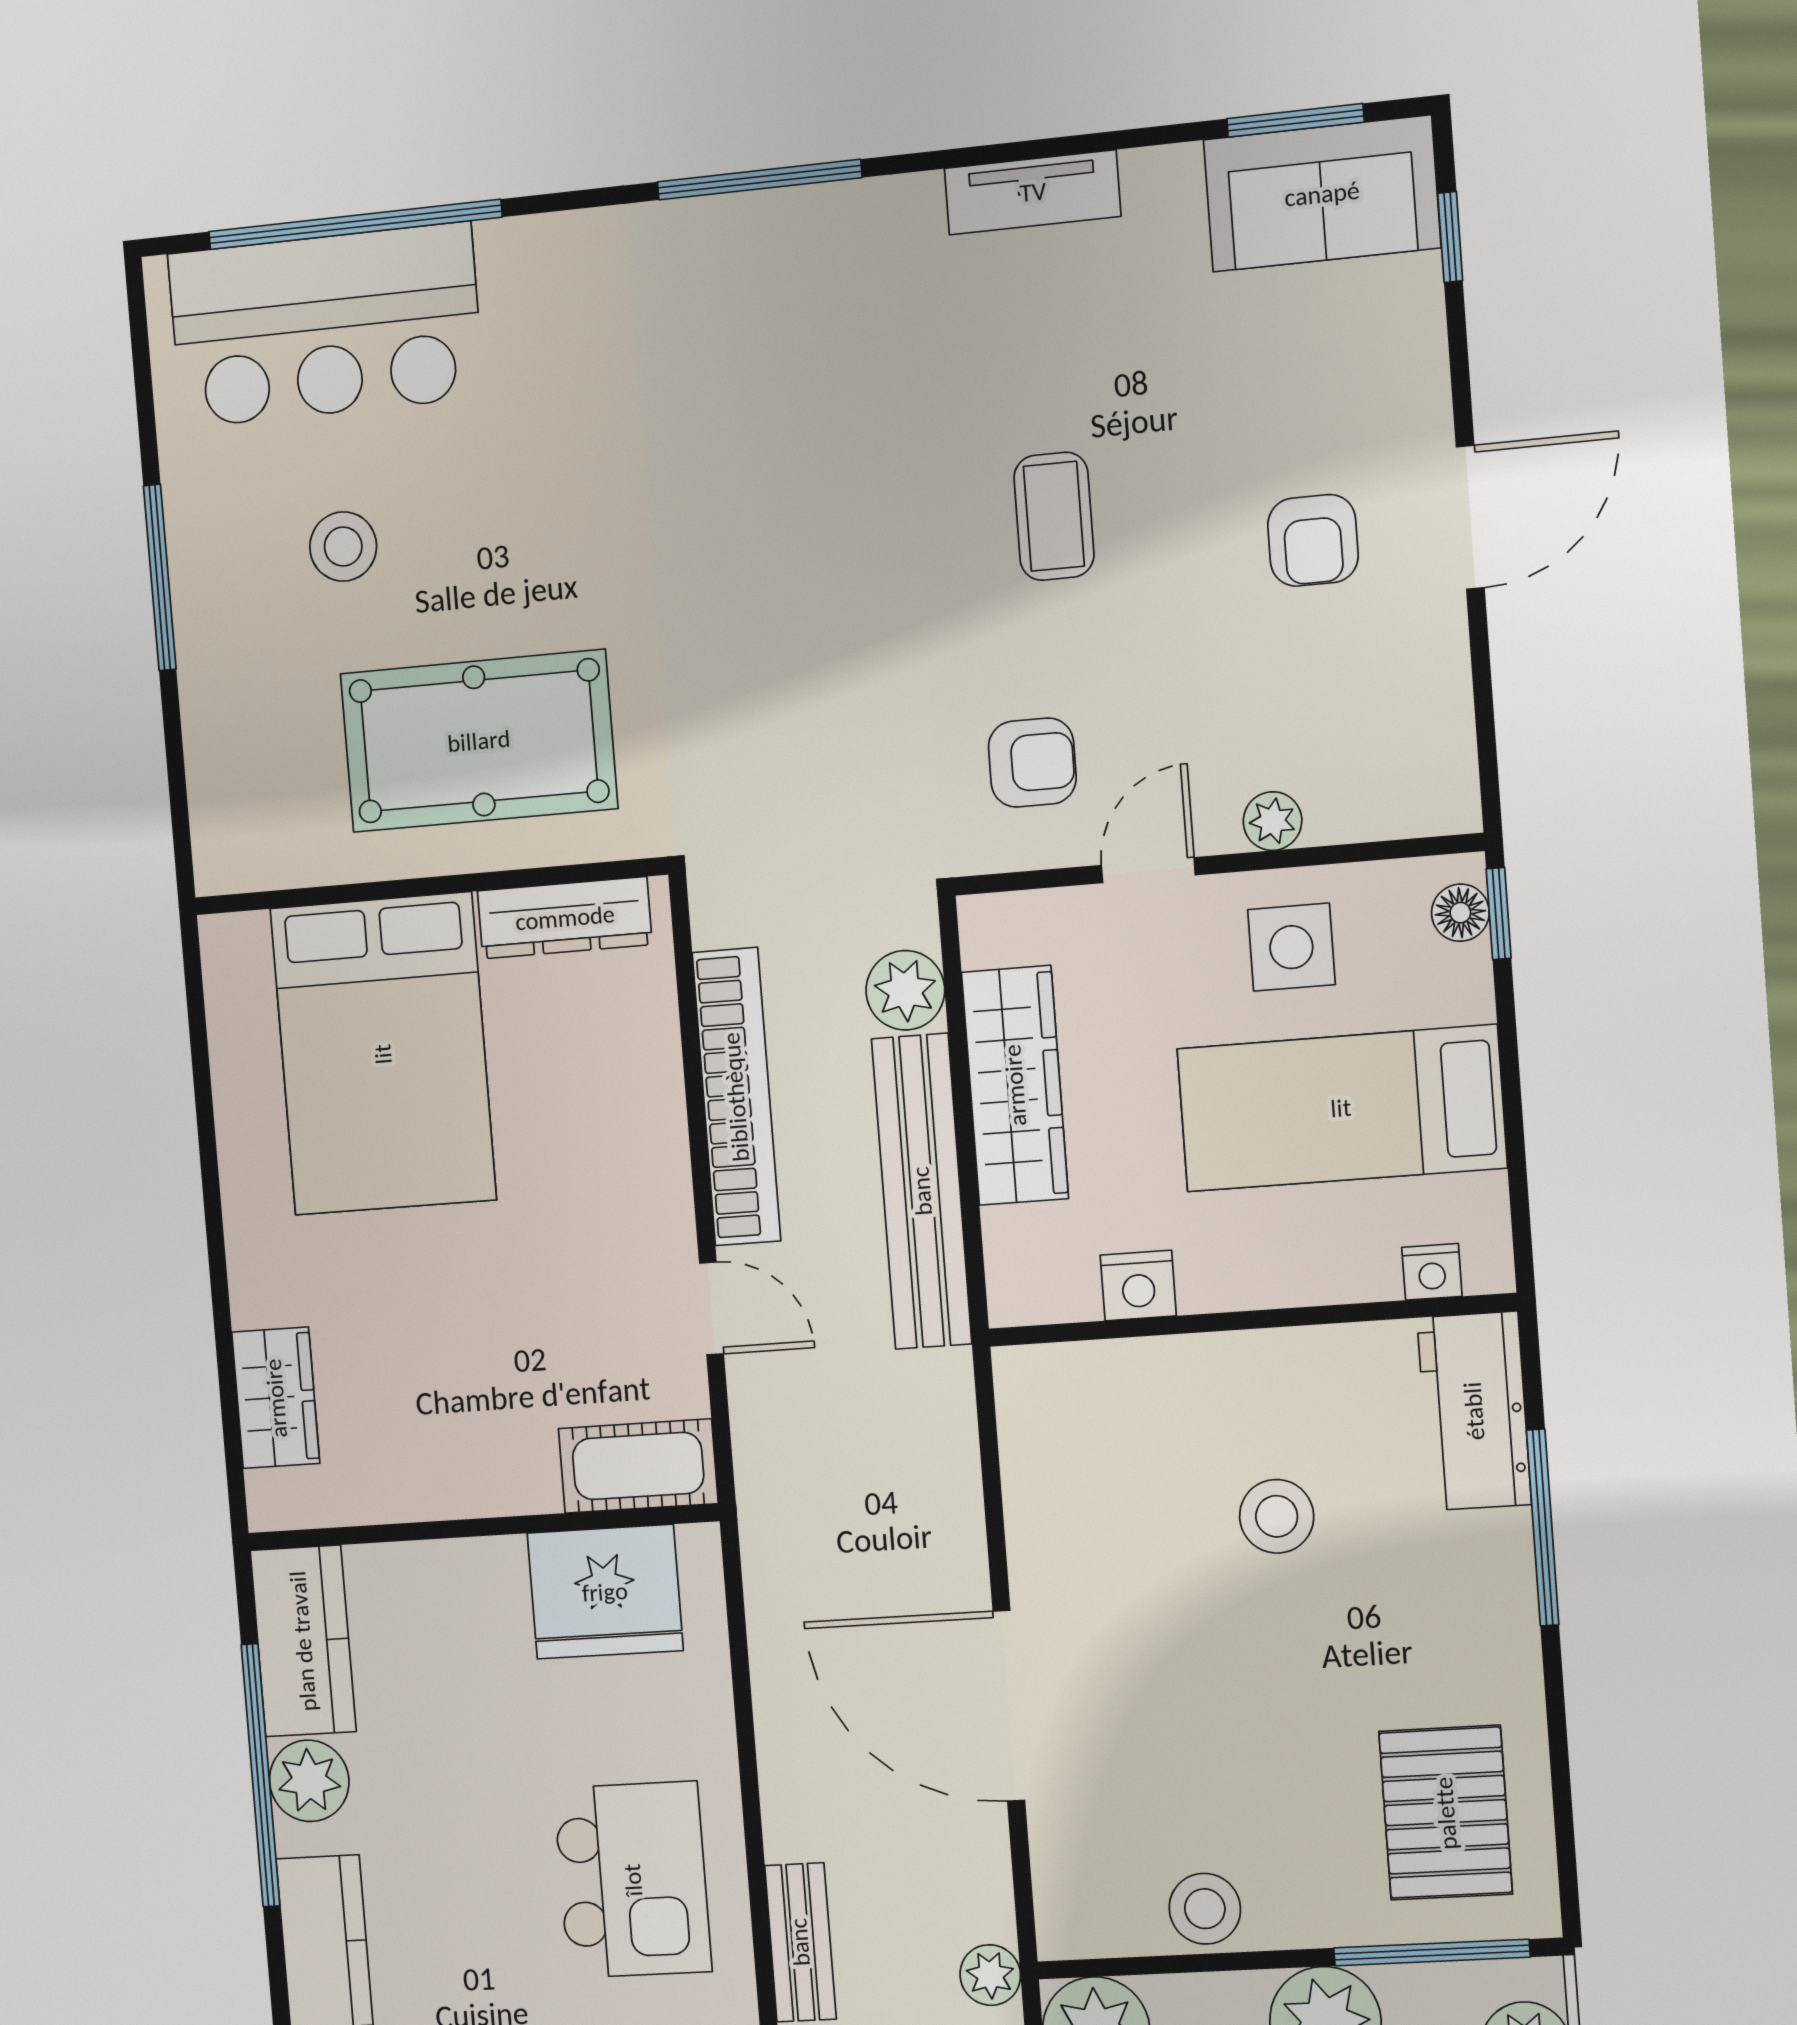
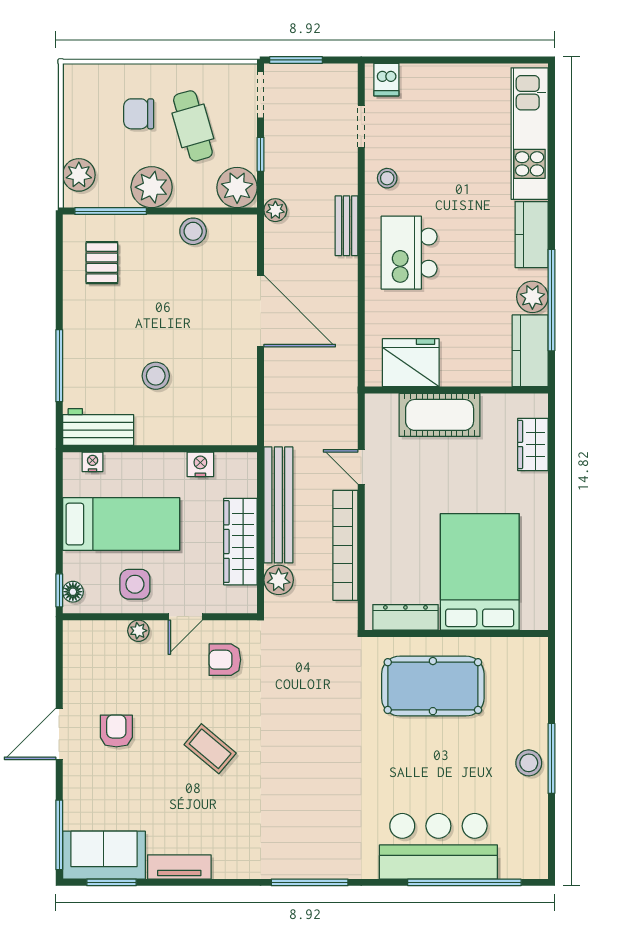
tv unit: (1033, 192) -> (179, 867), moved
window: (1450, 237) -> (59, 835), width x2.17
bar counter: (325, 325) -> (438, 846), moved
coffee table: (1054, 516) -> (210, 749), turned -50
stool: (343, 547) -> (529, 763), moved
workbench: (1474, 1411) -> (98, 427), moved, turned -90
cot: (638, 1466) -> (440, 415), moved, width x1.37, depth x1.34
pallet: (1446, 1813) -> (102, 263), width x0.67, depth x0.71

